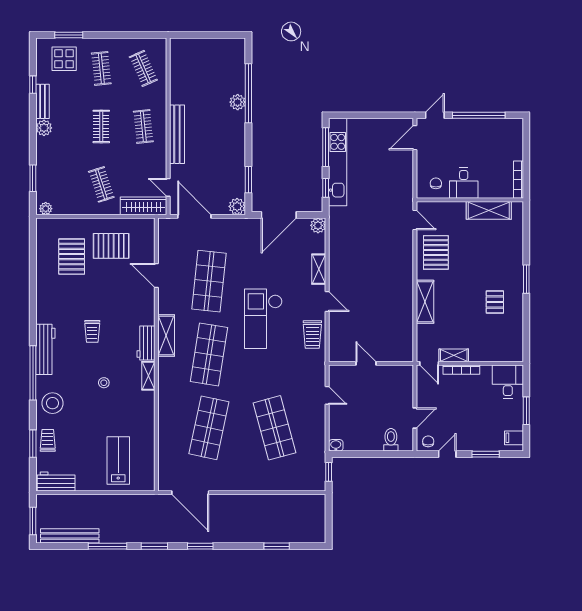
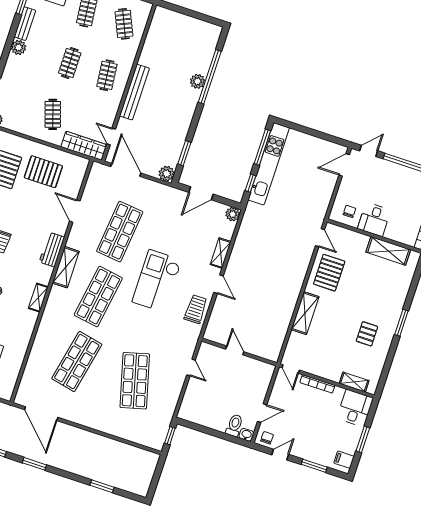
door: (279, 215) -> (201, 193), width x0.73
trolley: (312, 335) -> (196, 309), turned 180
workbench: (146, 343) -> (52, 250), moved
shelving: (454, 355) -> (354, 382), moved
washbasin: (336, 445) -> (246, 435), moved

